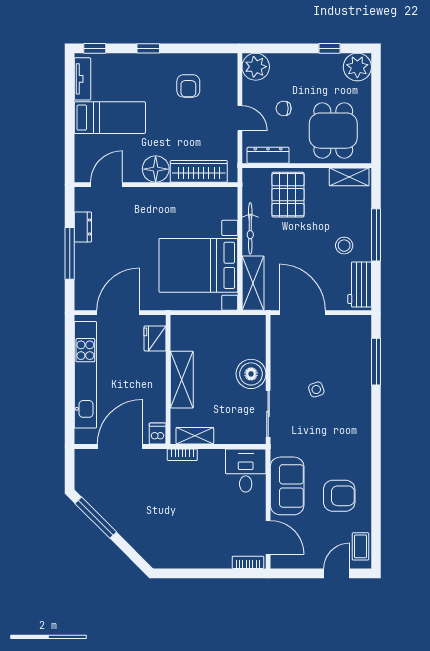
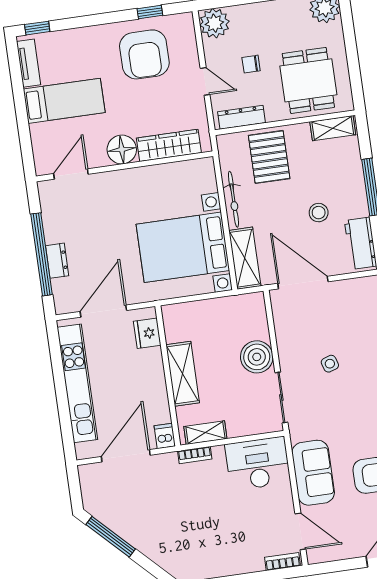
window: (148, 48) -> (150, 12), moved
armchair: (188, 86) -> (144, 54), width x1.88, depth x1.88
dresser: (83, 227) -> (57, 261), moved
stool: (344, 246) -> (319, 213), moved
window: (70, 253) -> (42, 254), width x1.46
desk: (246, 470) -> (258, 464), width x1.37

